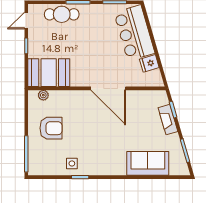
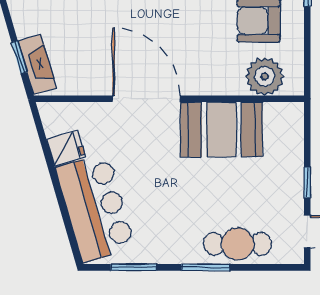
booth: (49, 73) -> (221, 129), moved
plant: (43, 95) -> (265, 76), width x1.88, depth x1.88
fireplace: (168, 120) -> (37, 65), moved

